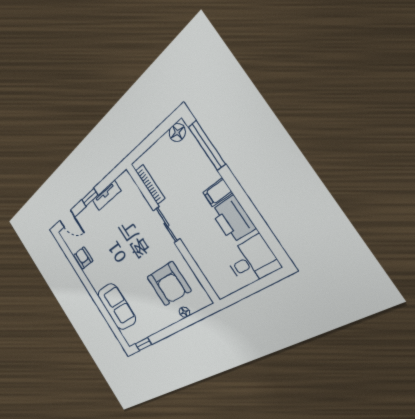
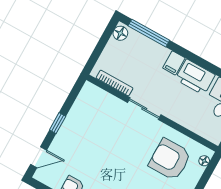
tv unit: (106, 196) -> (75, 113), removed
armchair: (169, 284) -> (170, 159), turned 180
floor lamp: (184, 312) -> (204, 161), moved

